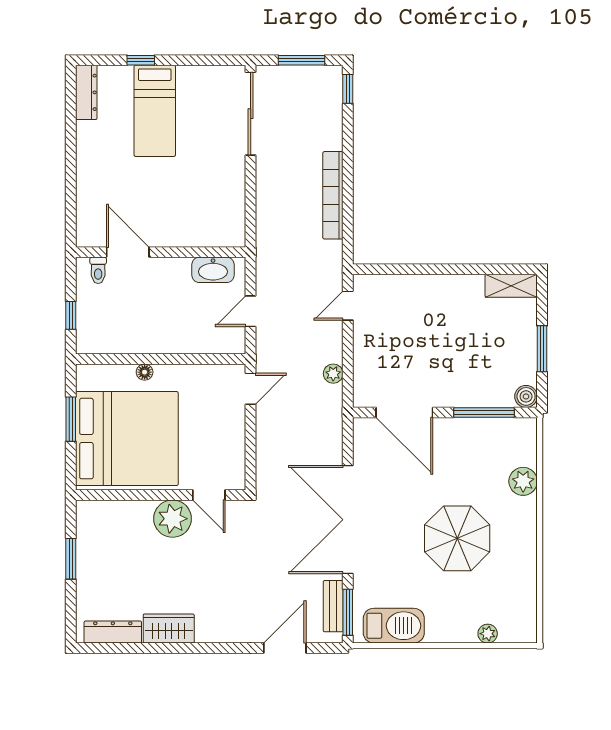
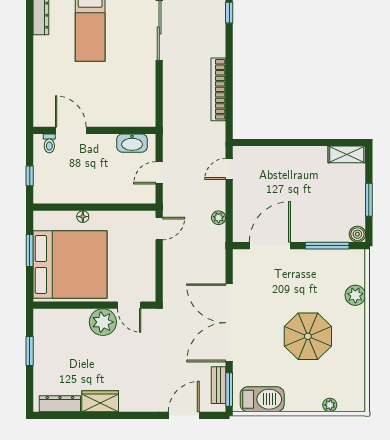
door: (404, 412) -> (270, 246), swing flipped

